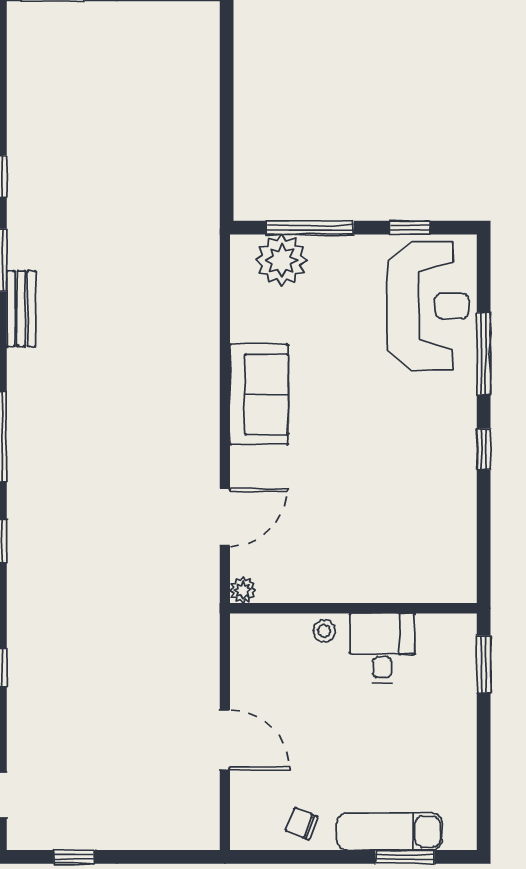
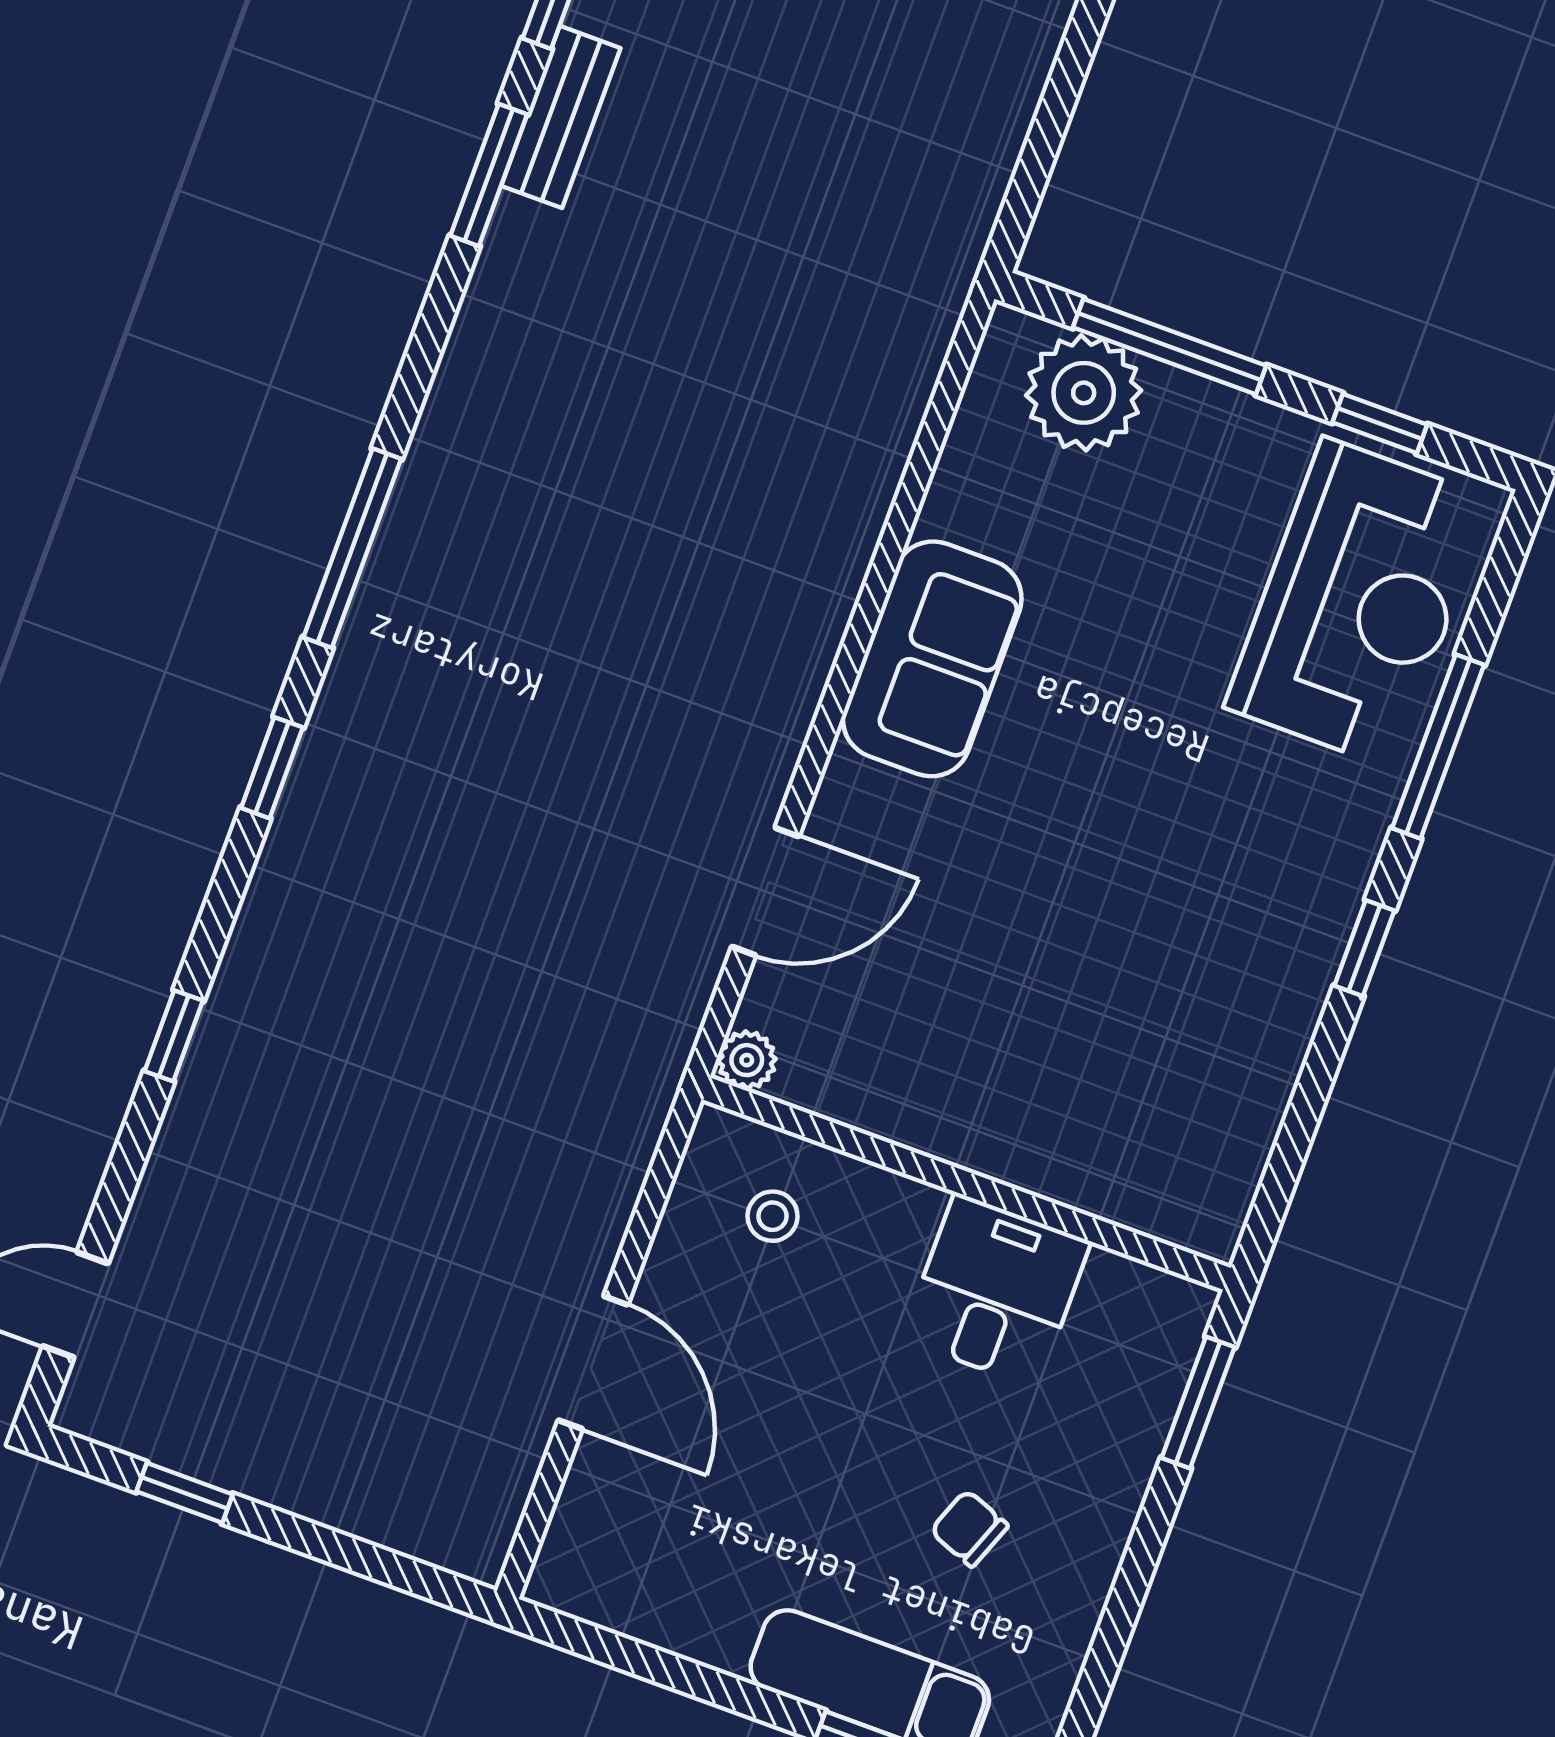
bench: (21, 309) -> (561, 117), moved
stool: (324, 631) -> (773, 1216), moved
chair: (302, 824) -> (969, 1528), moved

